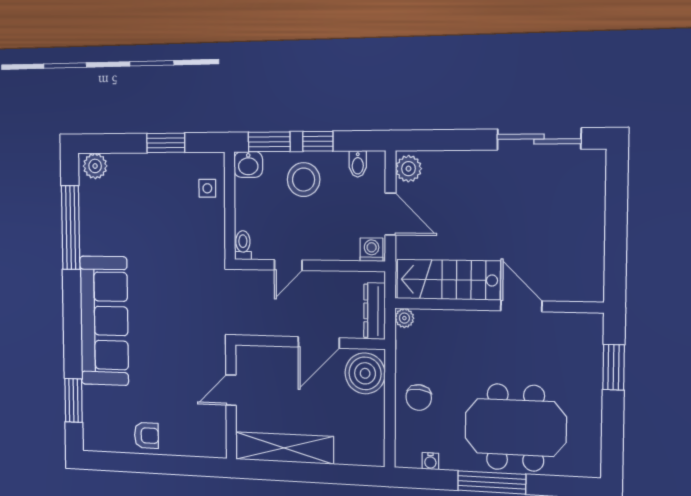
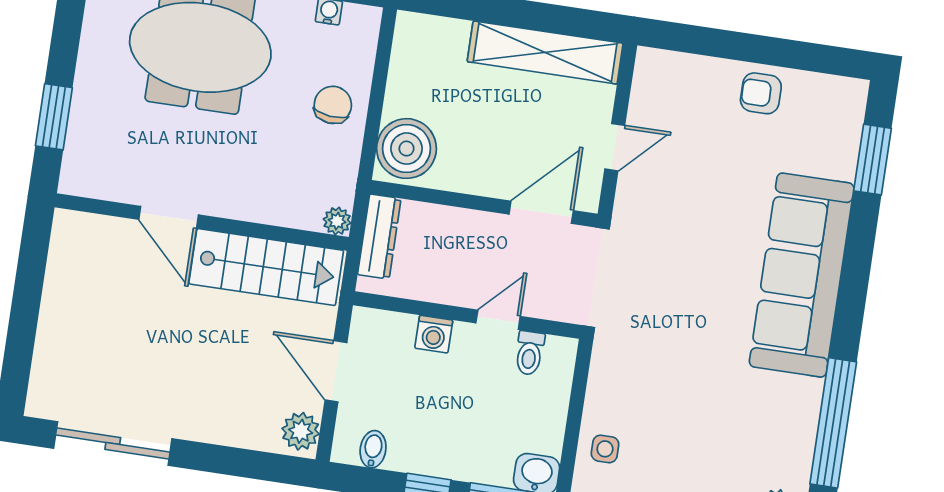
stool: (304, 180) -> (456, 439), removed
toilet: (243, 245) -> (529, 353), moved
washing machine: (372, 250) -> (434, 334), moved
door: (319, 342) -> (541, 212), moved

